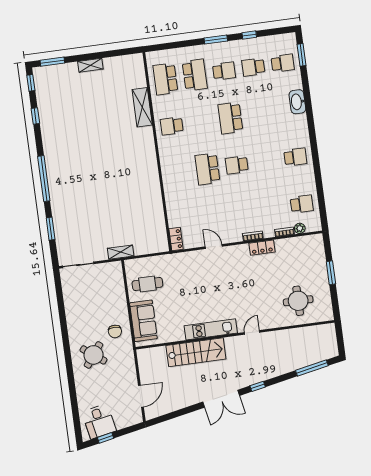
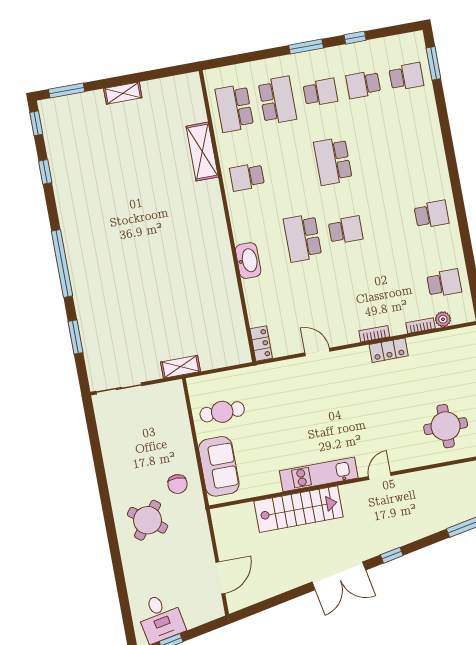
washbasin: (297, 102) -> (248, 261), moved, turned 180
school desk: (237, 165) -> (346, 230), turned 180

